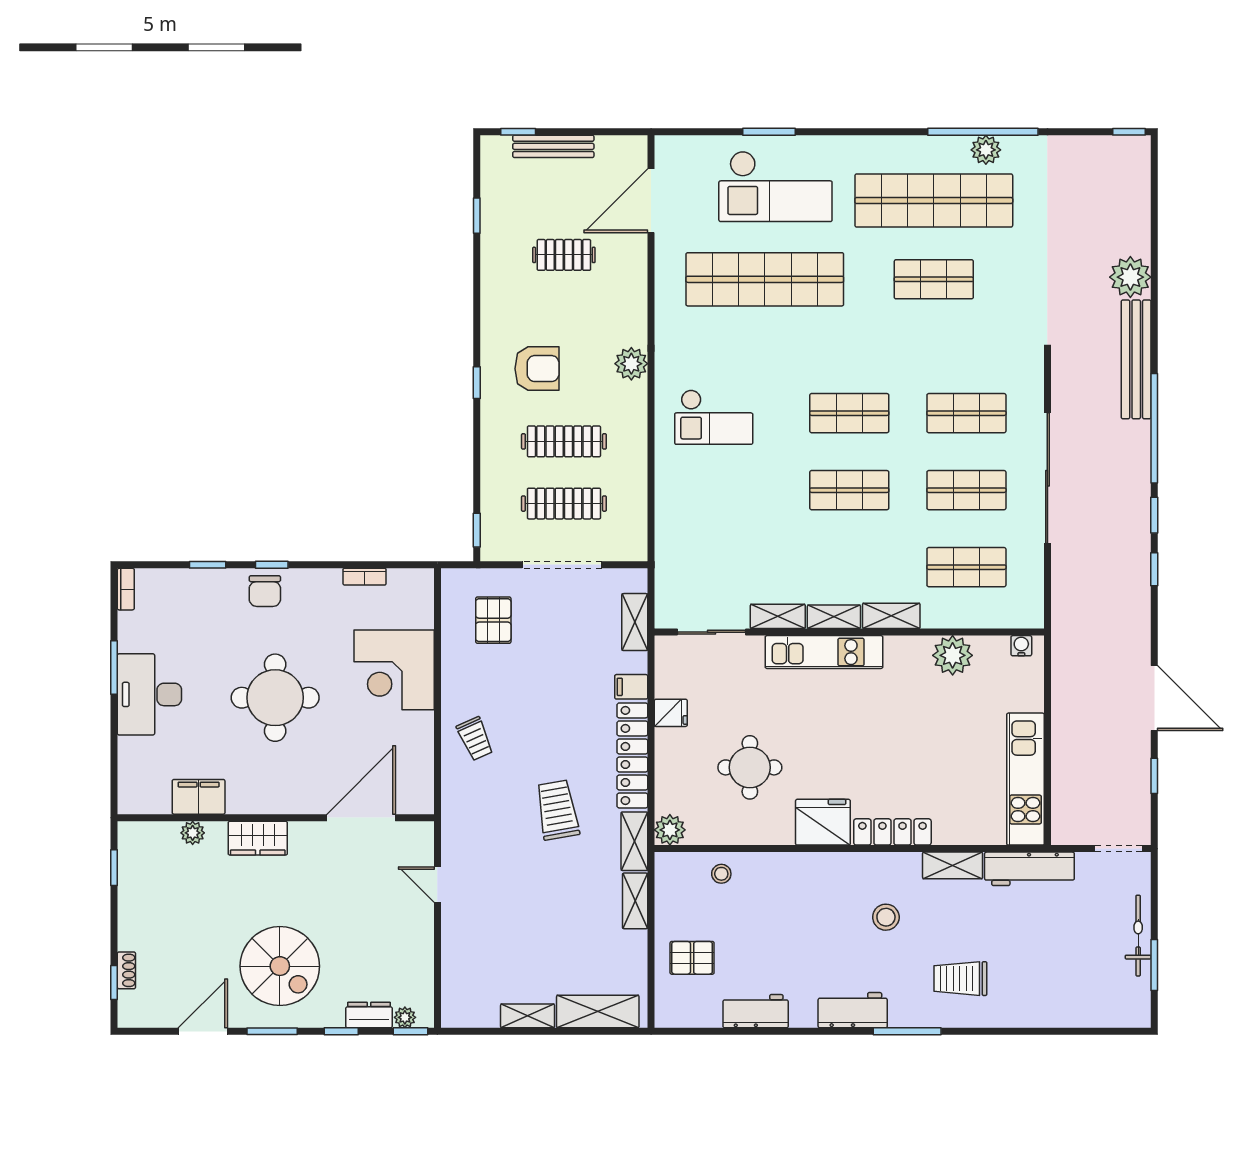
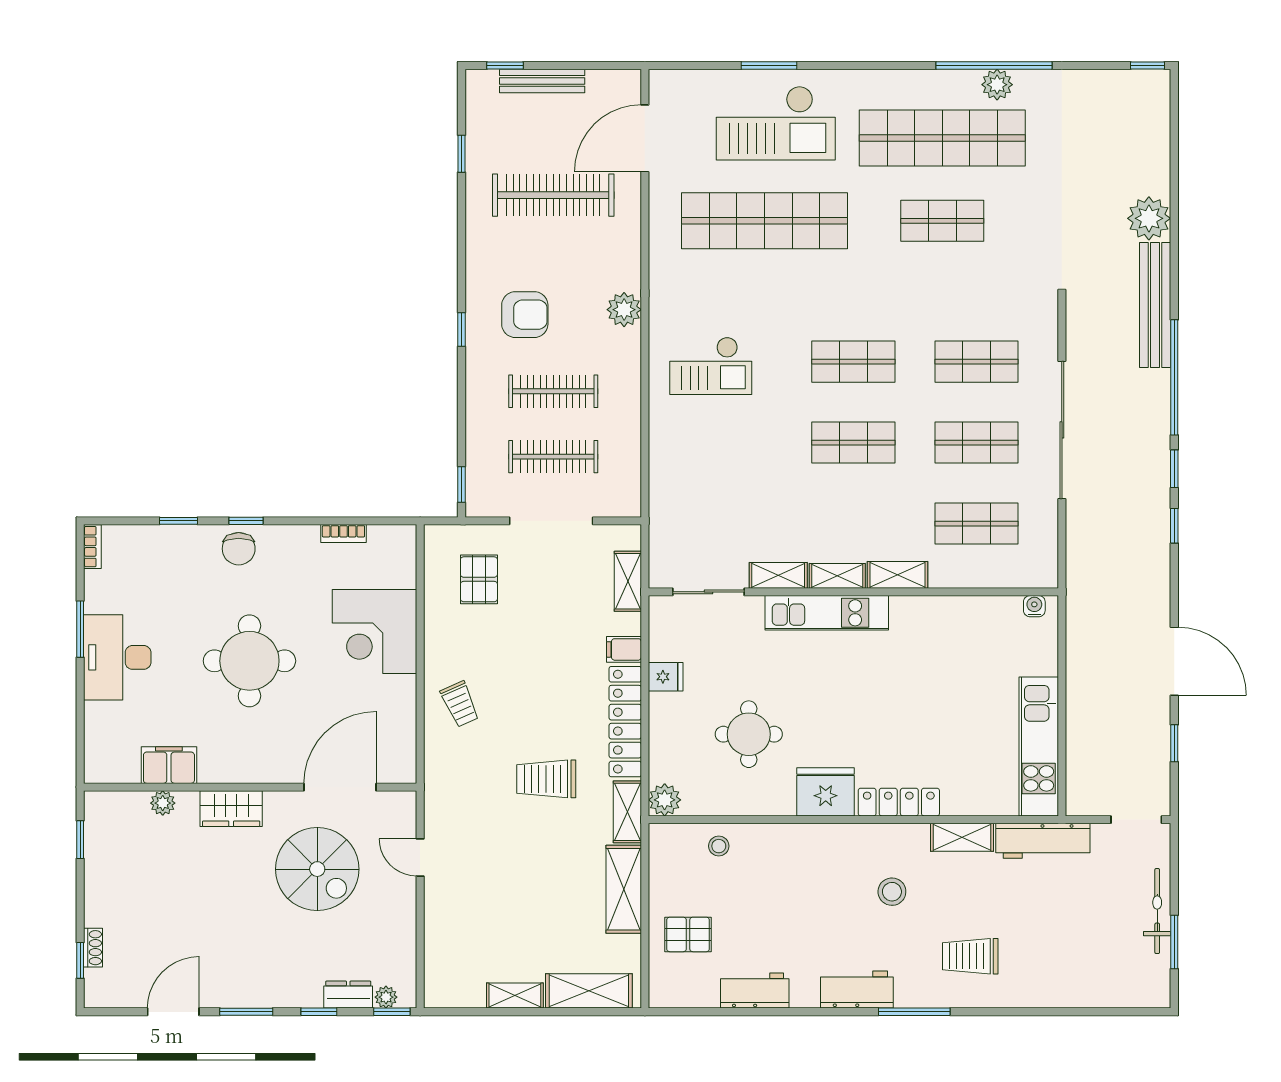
clothes rail: (564, 255) -> (553, 195), width x1.86, depth x1.31
plant: (953, 655) -> (962, 616), removed
trolley: (557, 810) -> (546, 779), turned -80
shelving: (635, 901) -> (624, 889), width x1.50, depth x1.33
spiral stairs: (280, 966) -> (317, 869), moved

